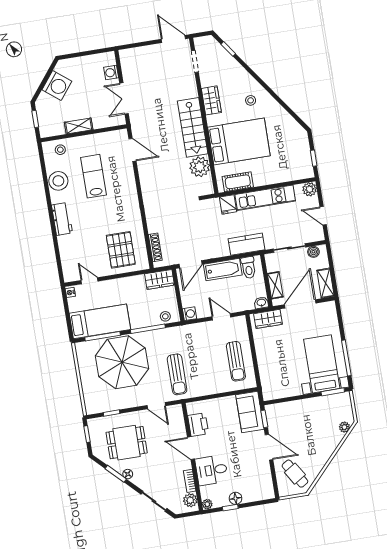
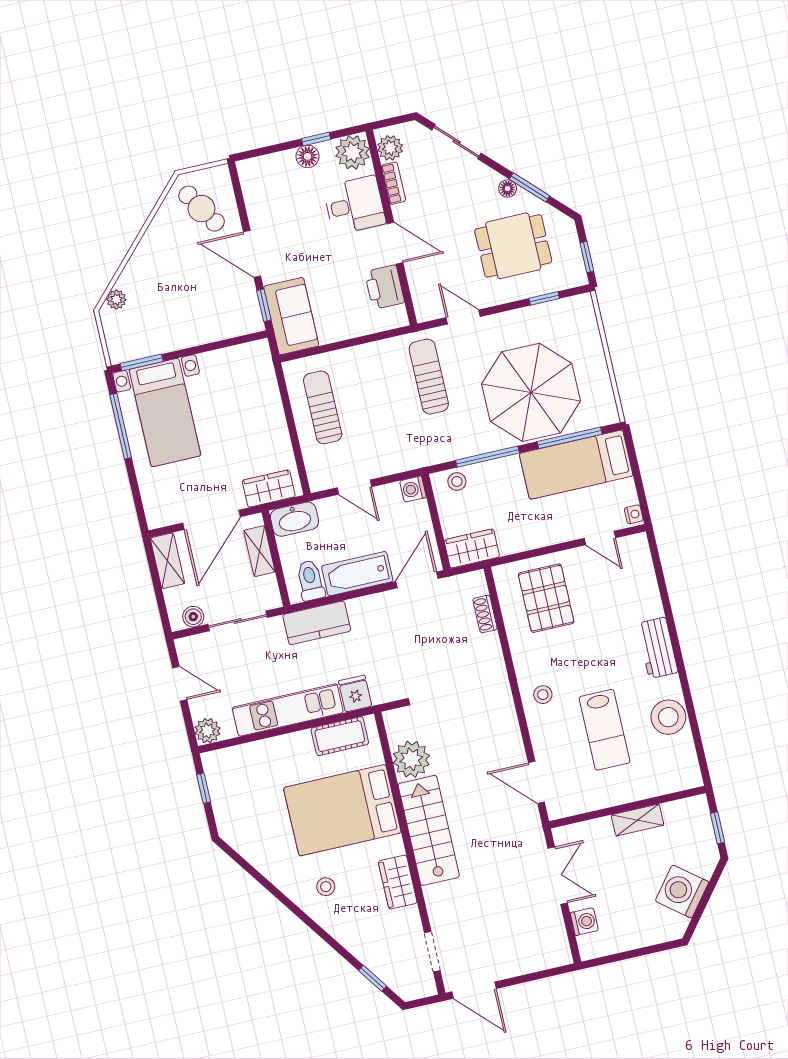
stool: (60, 150) -> (543, 695), moved
shoe rack: (155, 247) -> (485, 614), width x0.70
washbasin: (261, 303) -> (294, 519), width x1.91, depth x1.45
plant: (207, 504) -> (352, 152), width x1.88, depth x1.88

